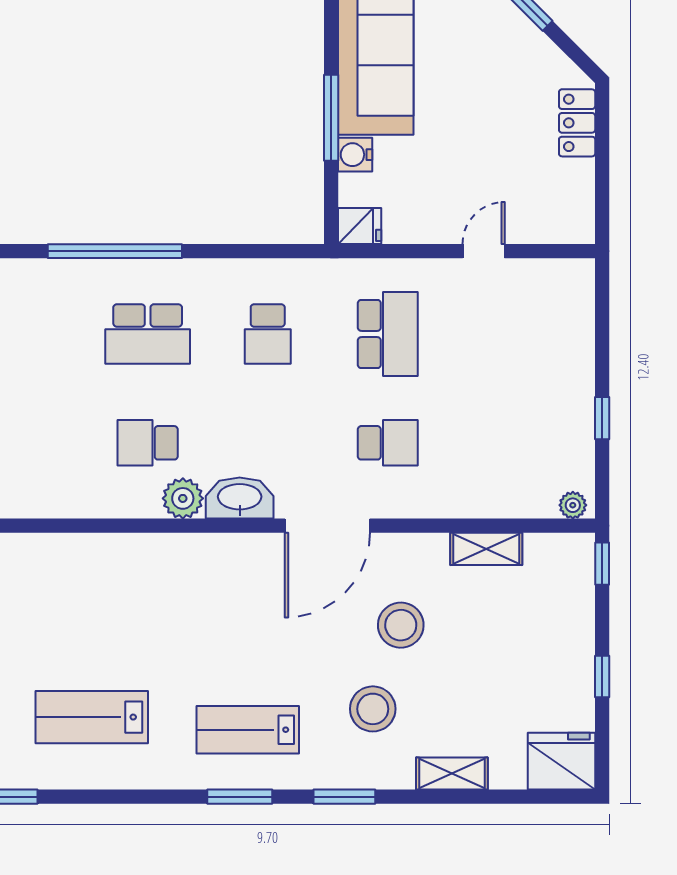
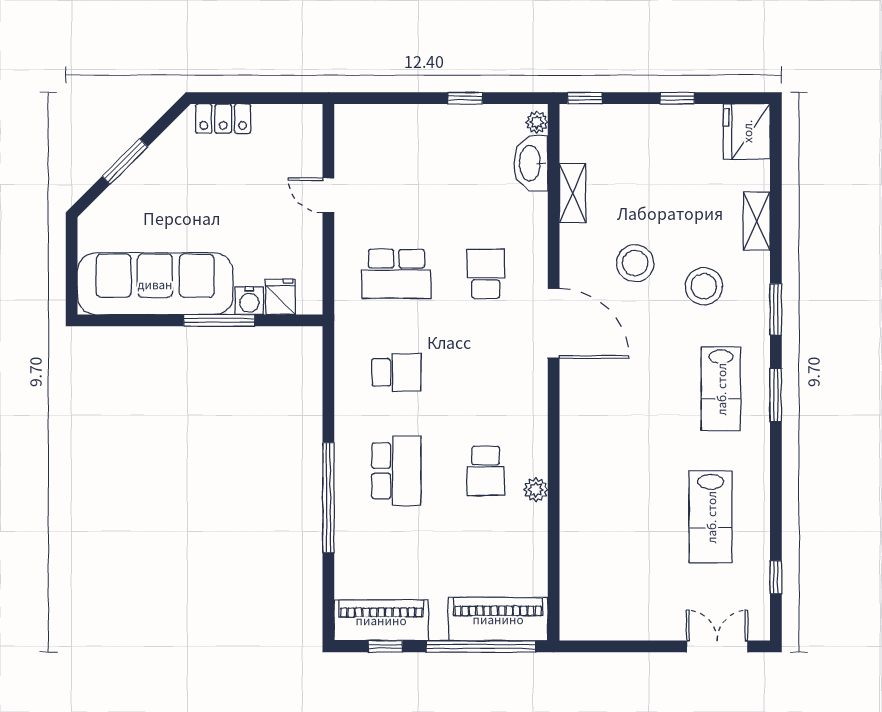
fridge: (360, 226) -> (280, 297), moved
school desk: (388, 334) -> (396, 274), turned 180
plant: (183, 498) -> (536, 490), moved, width x0.73, depth x0.73
washbasin: (240, 498) -> (531, 163), moved

